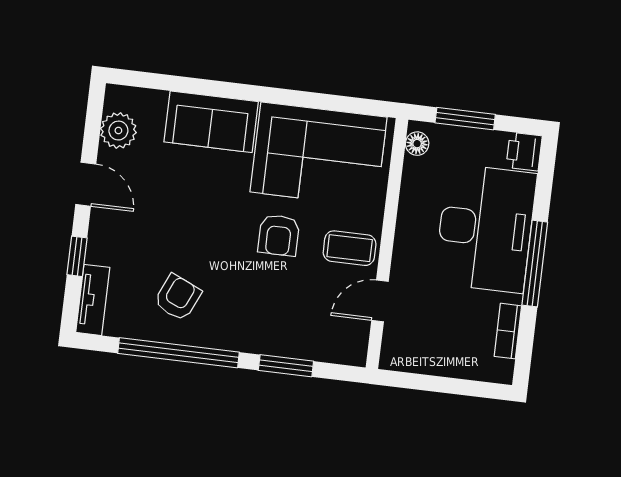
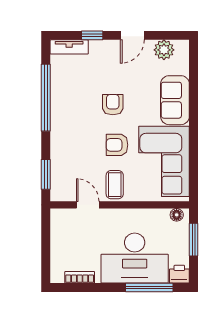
window: (535, 264) -> (149, 287), moved
armchair: (178, 297) -> (113, 105), moved, turned -114
window: (286, 366) -> (46, 174), moved

